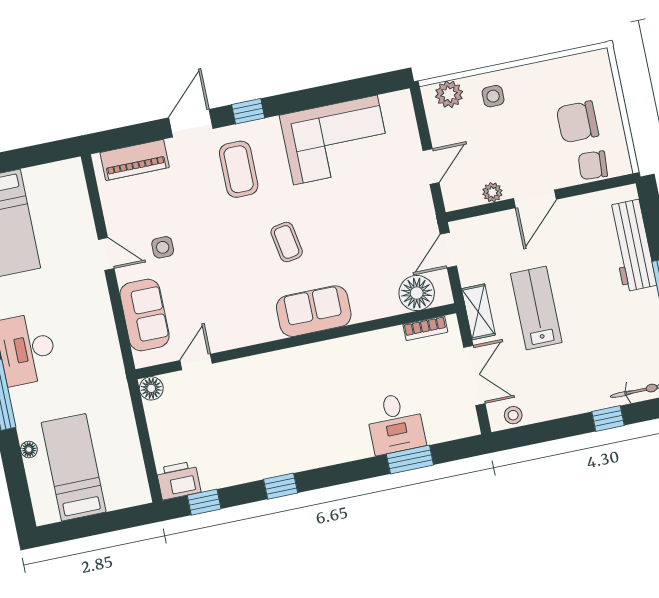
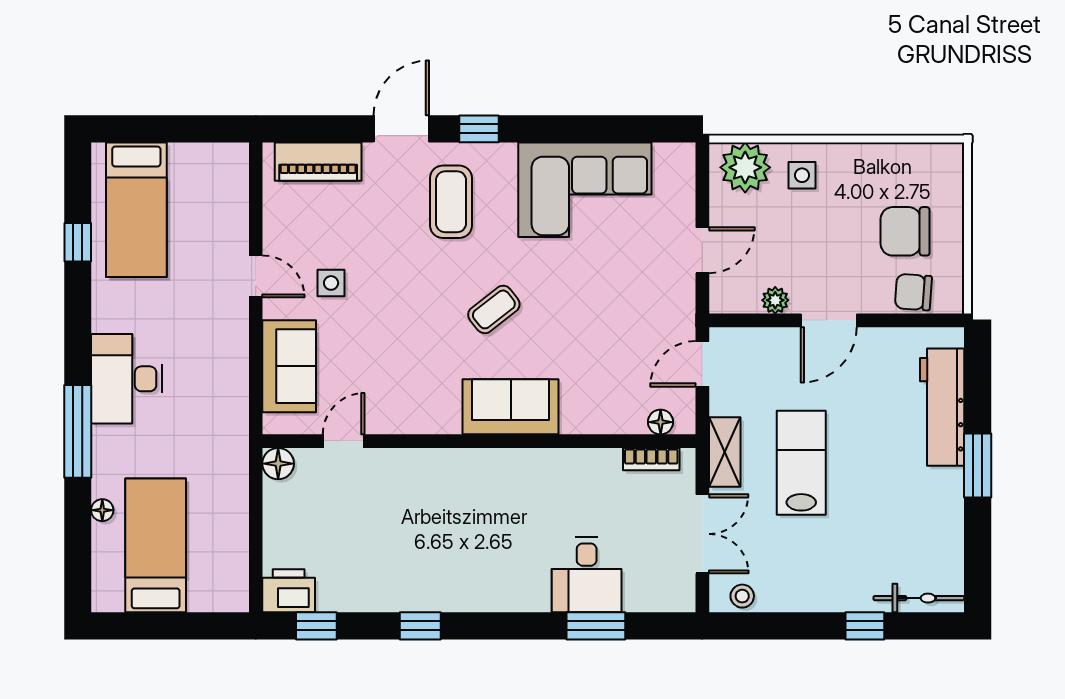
plant: (449, 94) -> (745, 167), width x1.36, depth x1.36
coffee table: (287, 242) -> (494, 309), turned 62
floor lamp: (417, 293) -> (661, 422), width x0.53, depth x0.53

